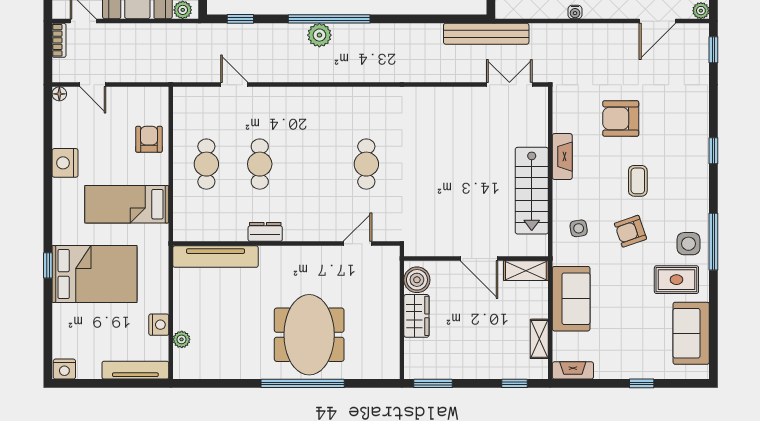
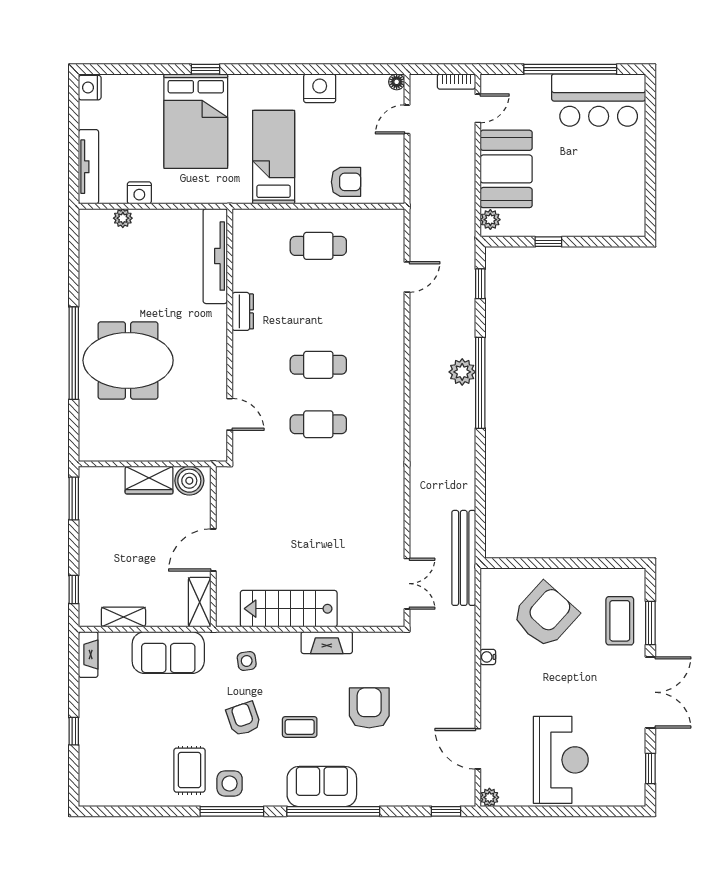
window: (713, 151) -> (333, 811), width x3.17
cafe table: (260, 164) -> (318, 365), moved
sofa: (691, 333) -> (322, 786), moved

